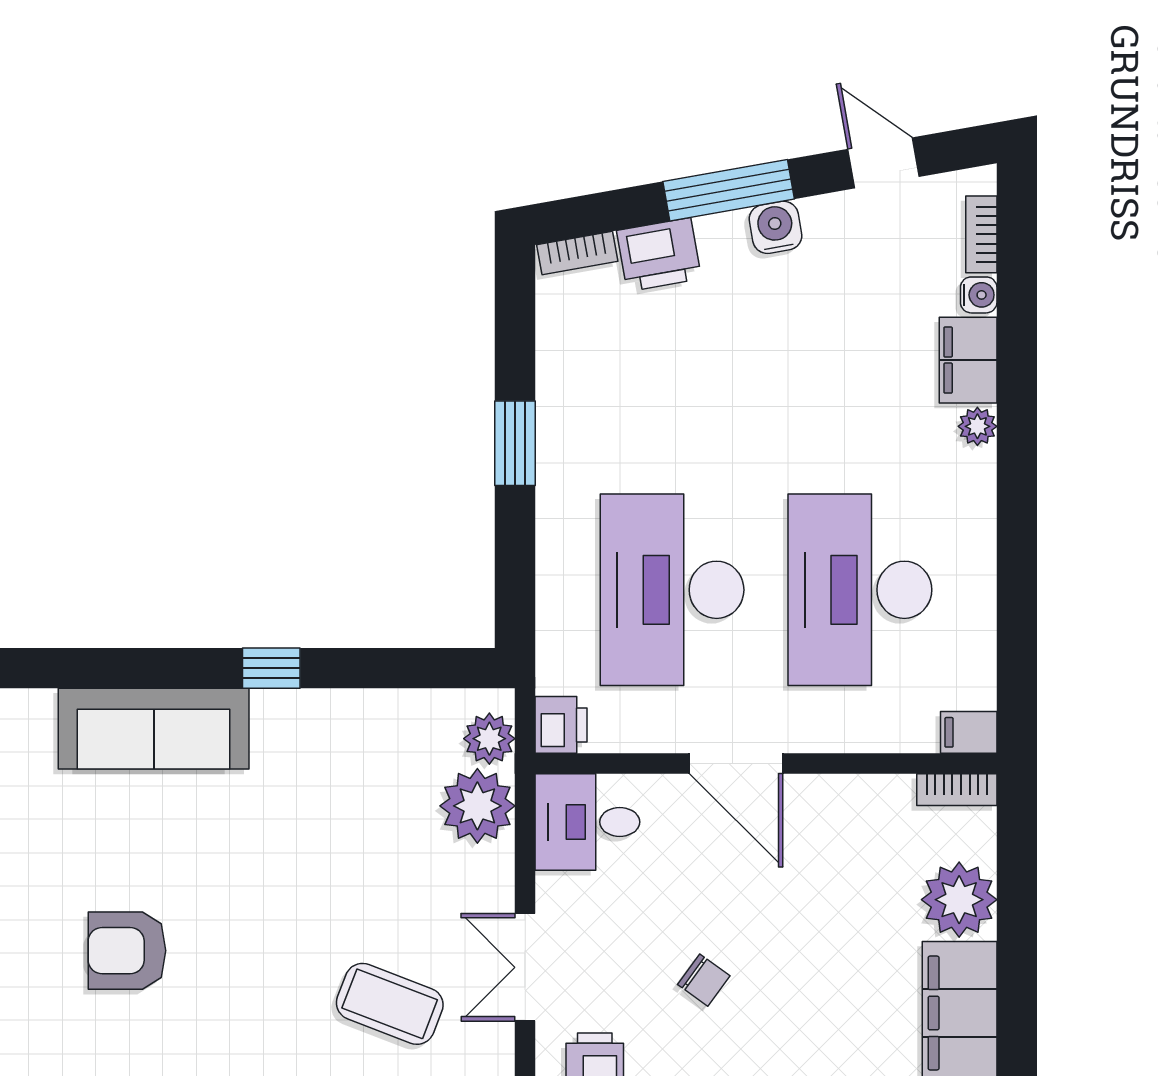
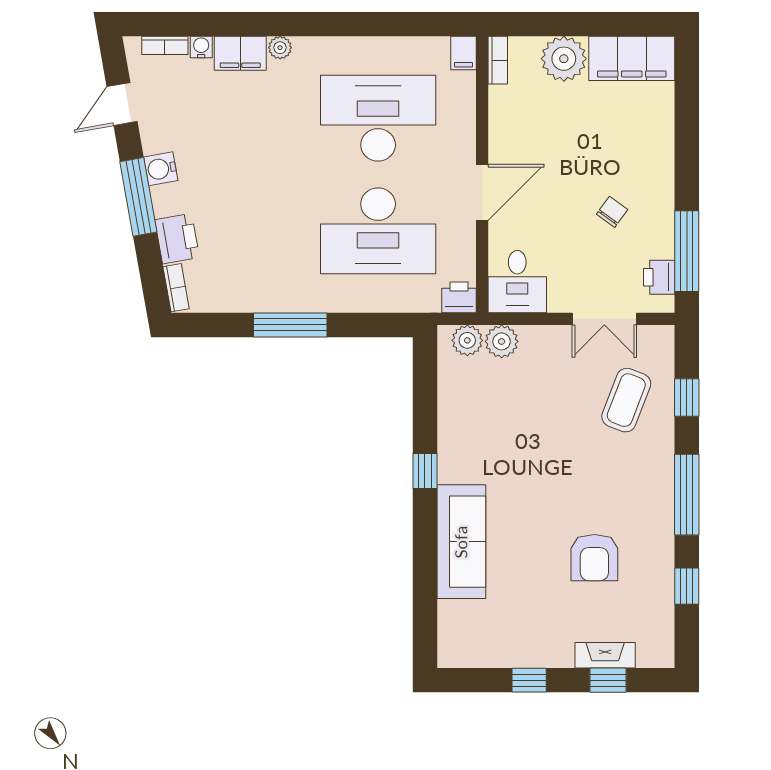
window: (515, 443) -> (290, 325), width x1.44
desk: (860, 590) -> (378, 118), turned 180
plant: (477, 806) -> (502, 341), width x0.73, depth x0.73

